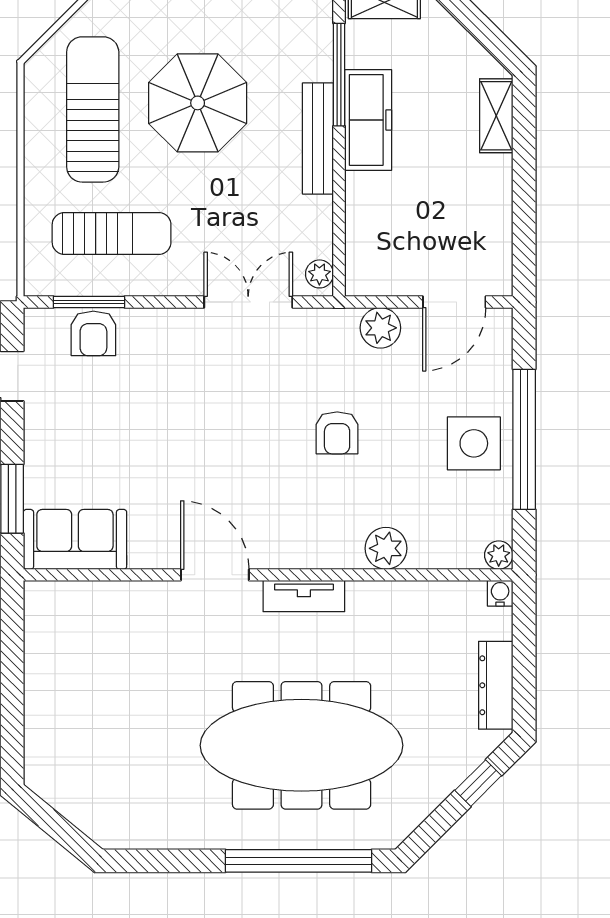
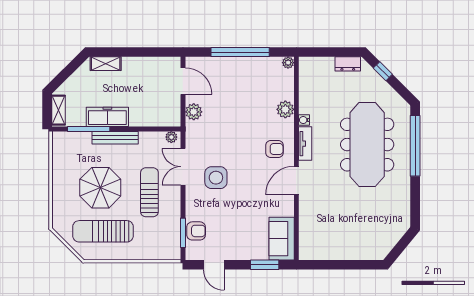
sun lounger: (112, 233) -> (149, 192), moved
armchair: (337, 433) -> (274, 149), moved
side table: (474, 443) -> (216, 178), moved
water cooler: (500, 593) -> (304, 120), moved
dresser: (496, 685) -> (348, 64), width x0.70

